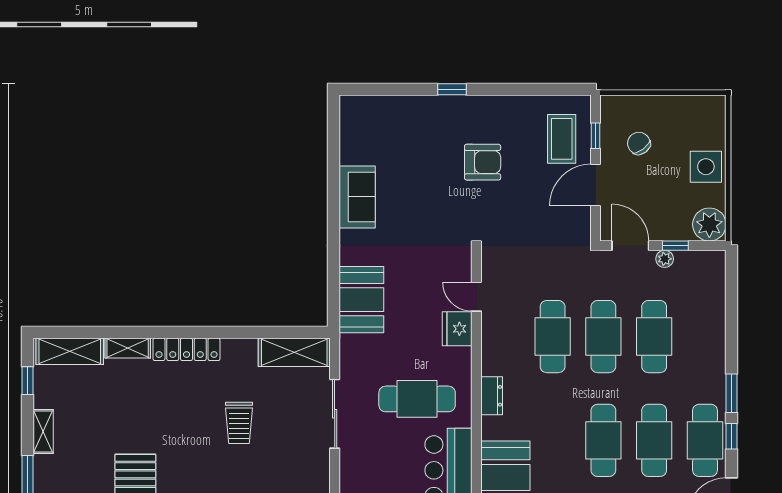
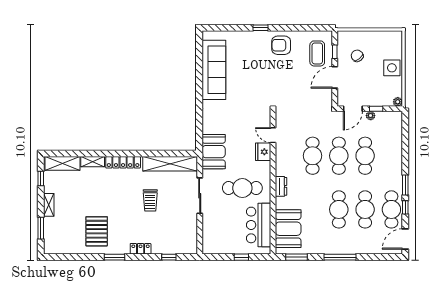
armchair: (483, 162) -> (281, 45), moved, turned 180
sofa: (357, 197) -> (214, 70), width x1.85, depth x1.27
plant: (709, 224) -> (398, 102), width x0.53, depth x0.53
door: (630, 246) -> (353, 109), swing flipped
booth: (361, 300) -> (214, 152), moved
shelving: (294, 352) -> (170, 164), width x1.47

